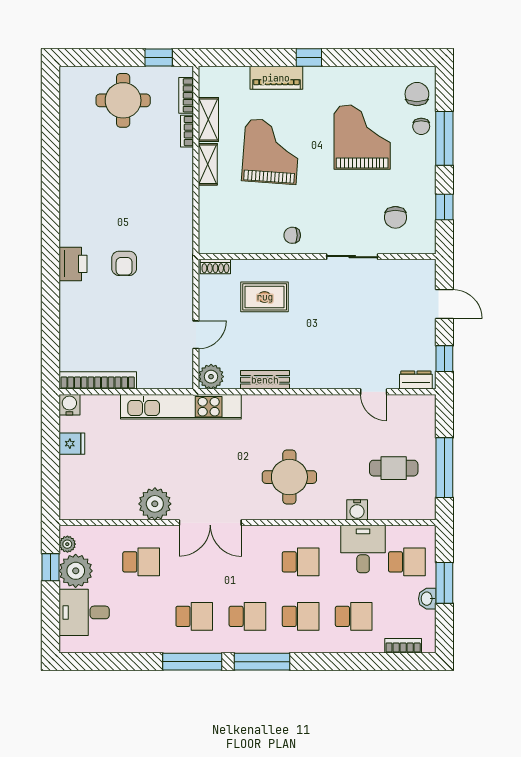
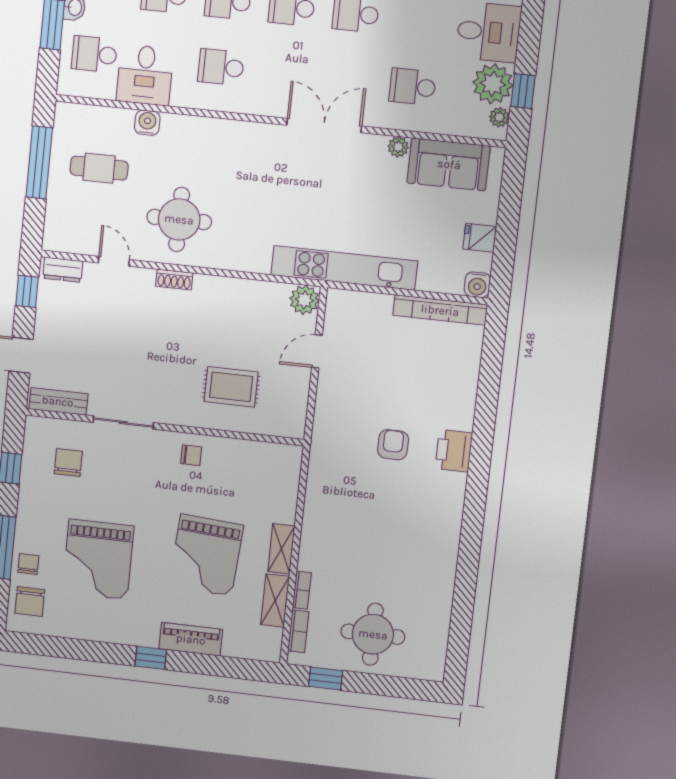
shoe rack: (215, 266) -> (174, 280), moved, turned 180
bench: (265, 380) -> (58, 401), moved
round table: (289, 477) -> (179, 219), moved
sofa: (104, 501) -> (449, 164), added
plant: (155, 504) -> (398, 147), width x0.53, depth x0.53

